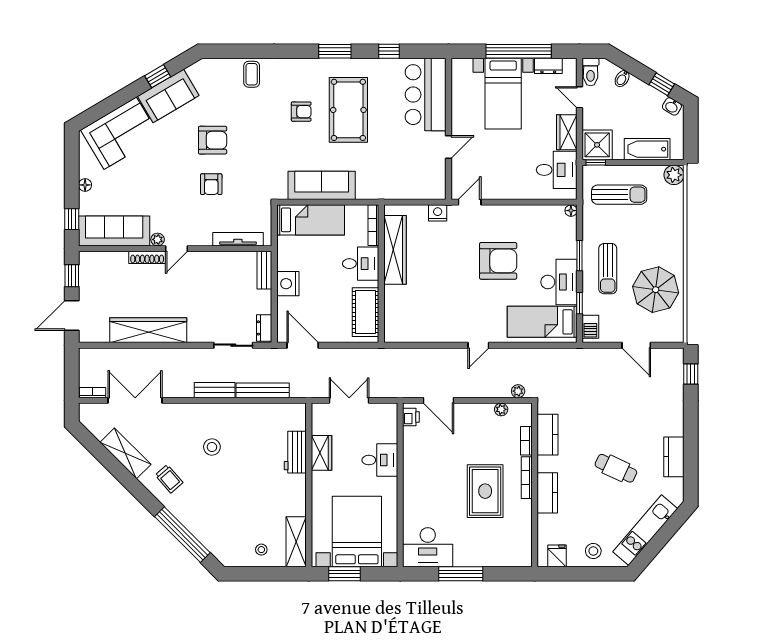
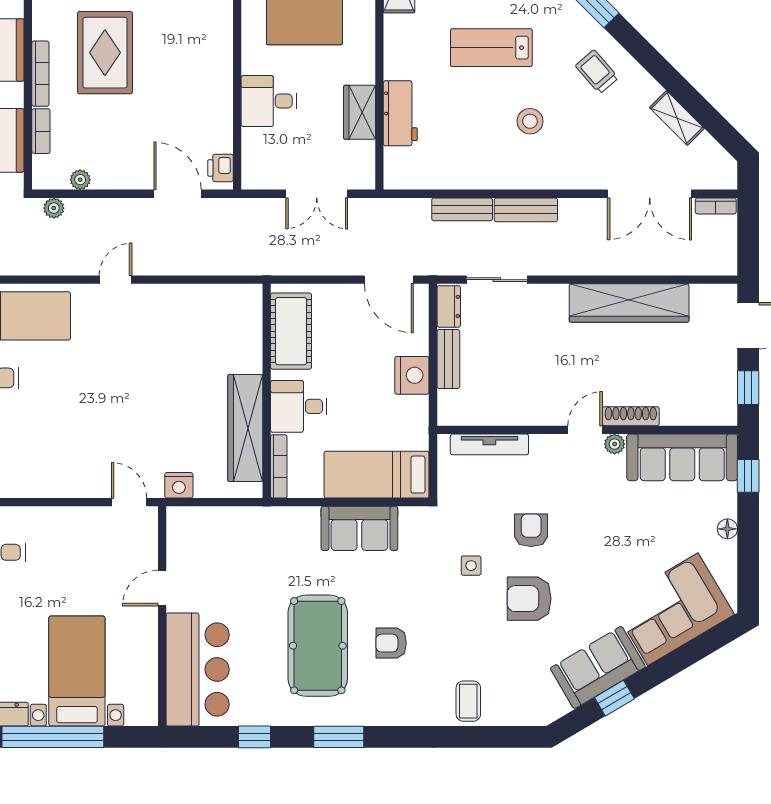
side table: (250, 161) -> (471, 566), added
sofa: (322, 185) -> (359, 528), width x0.73
door: (470, 202) -> (129, 502), swing flipped
armchair: (498, 261) -> (85, 411), removed
bench: (264, 270) -> (448, 359), moved
bench: (263, 390) -> (462, 209), width x0.73
shelving: (125, 453) -> (677, 118), width x0.67, depth x0.75
lab bench: (237, 494) -> (491, 48), added

